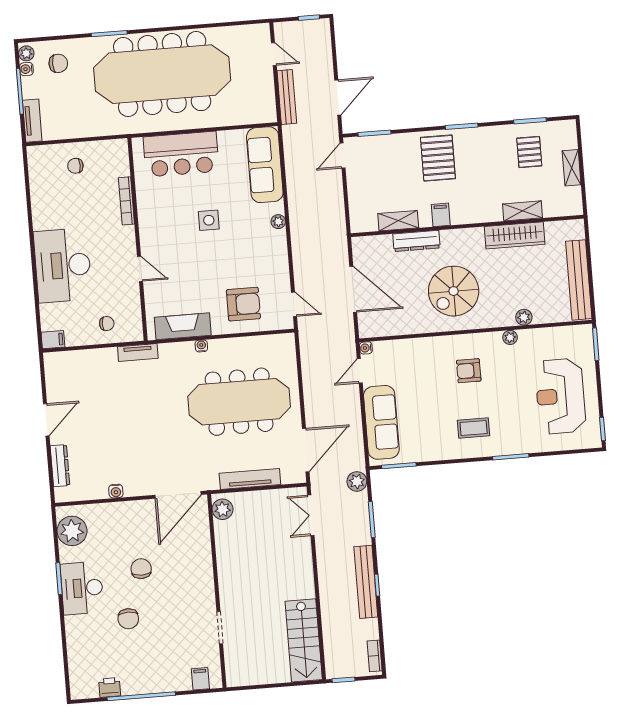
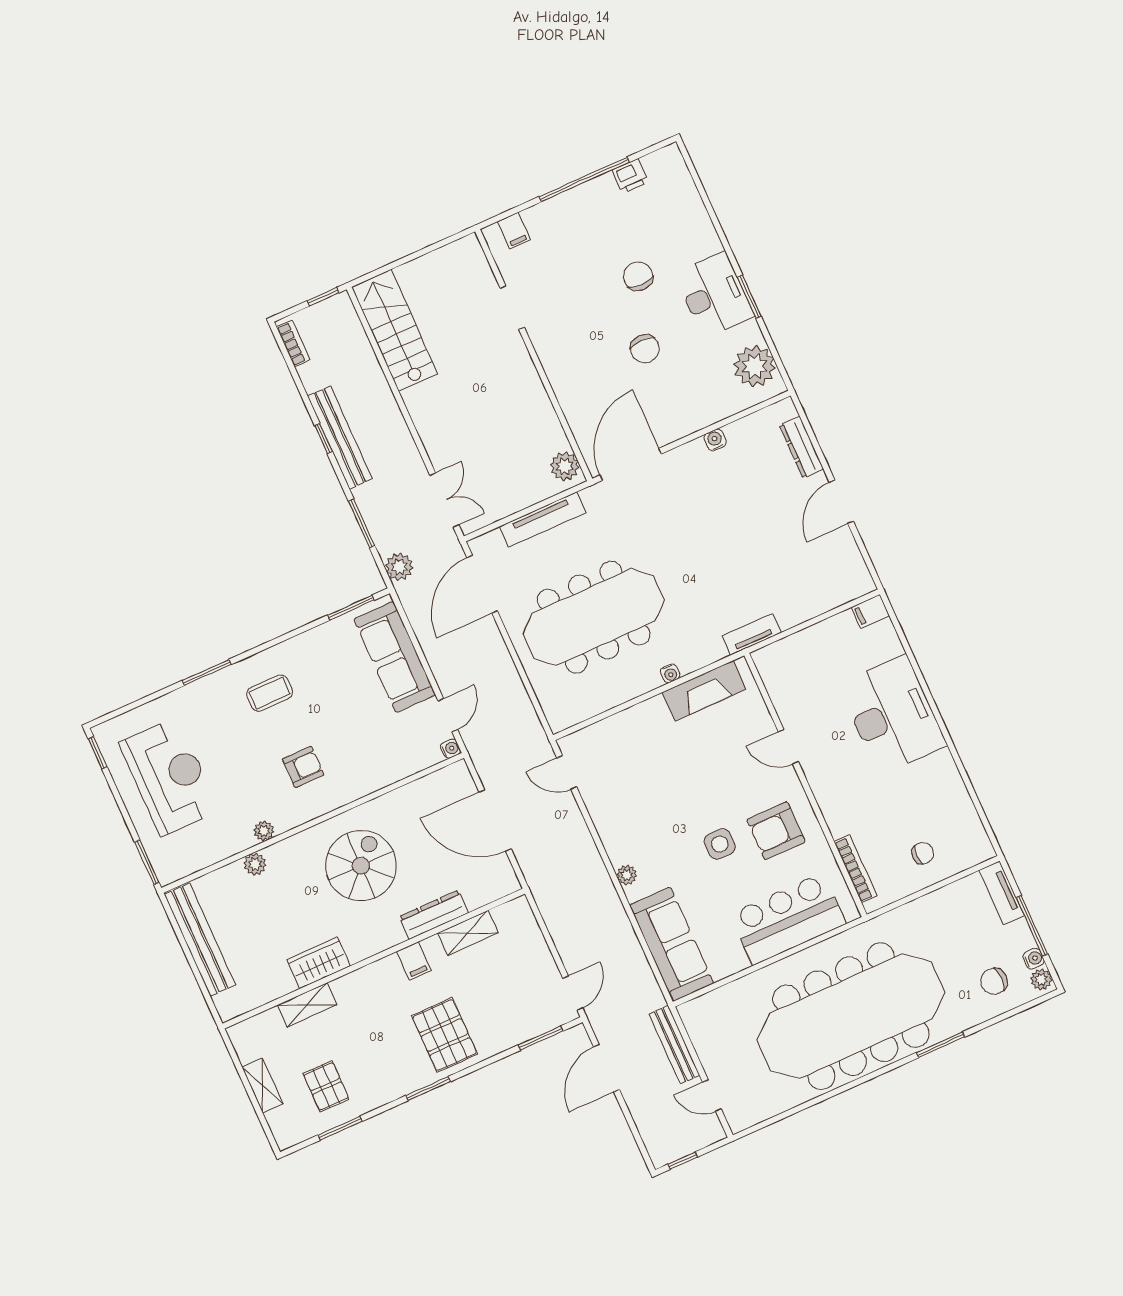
bookcase: (126, 201) -> (856, 869), moved
wardrobe: (515, 235) -> (319, 963), width x0.67
armchair: (243, 304) -> (776, 831), moved
chair: (107, 324) -> (807, 658), removed

